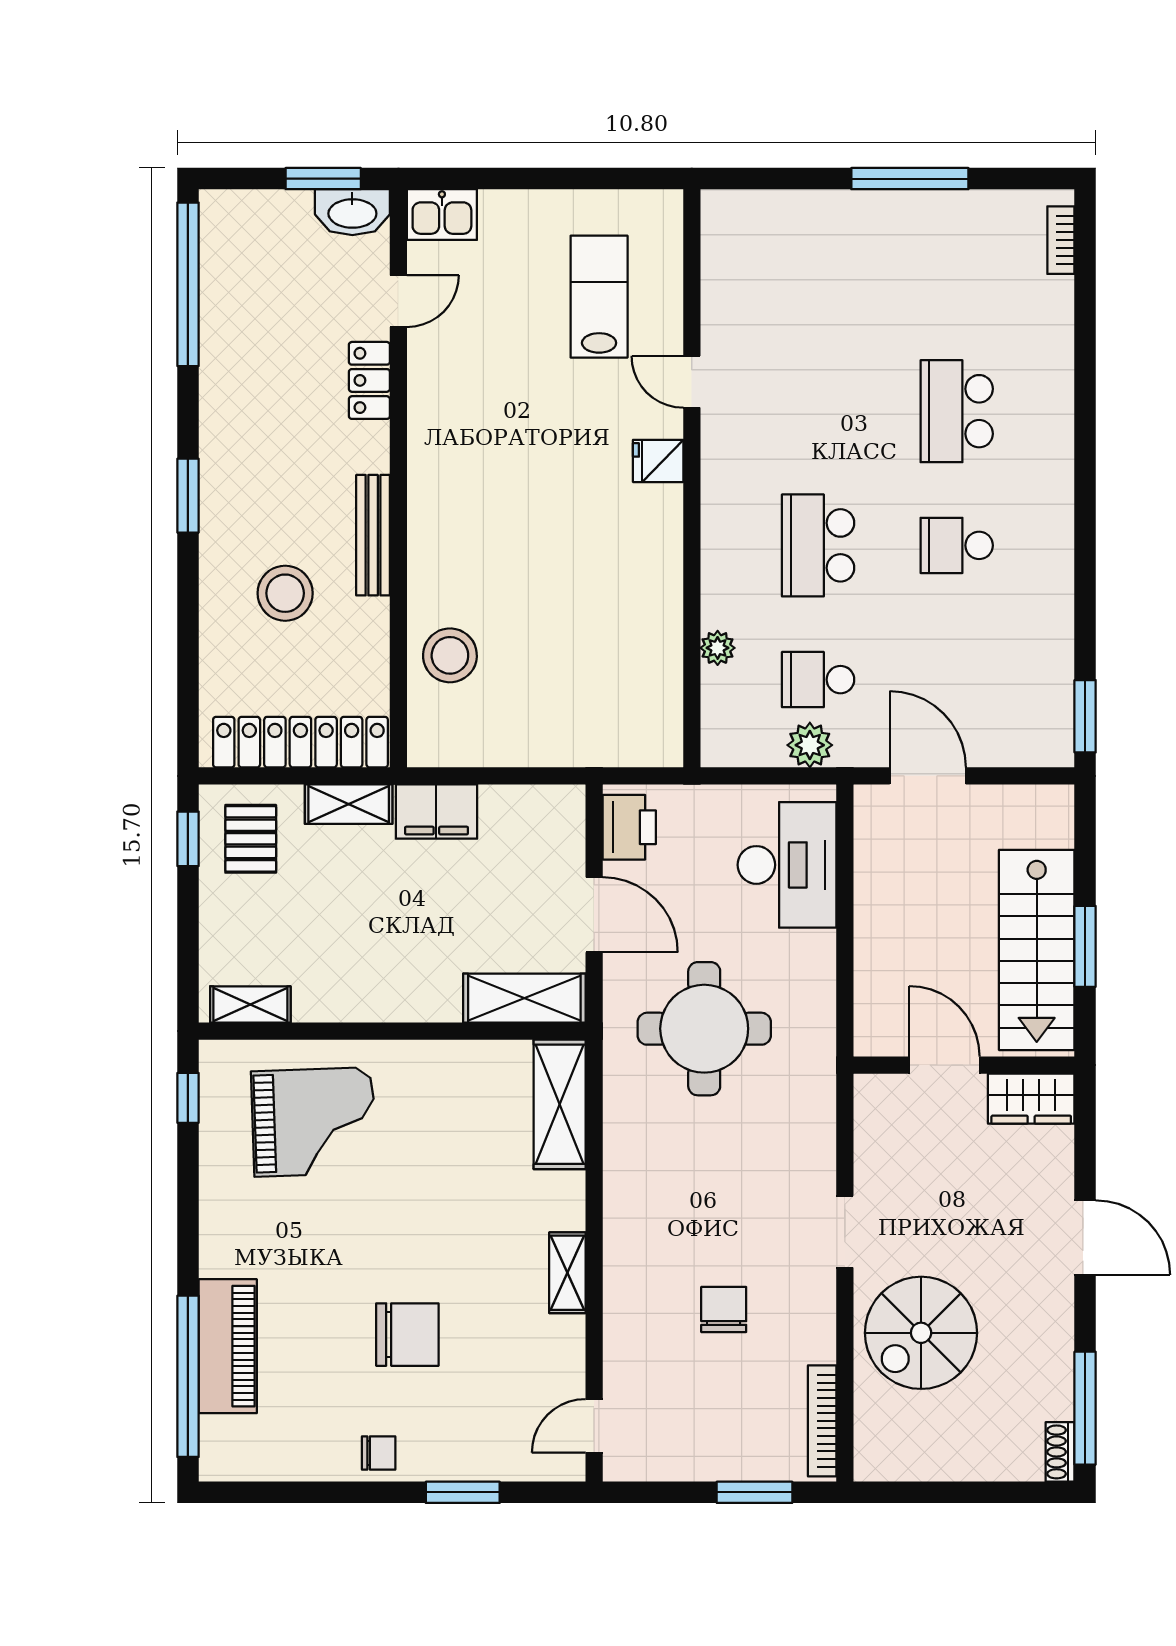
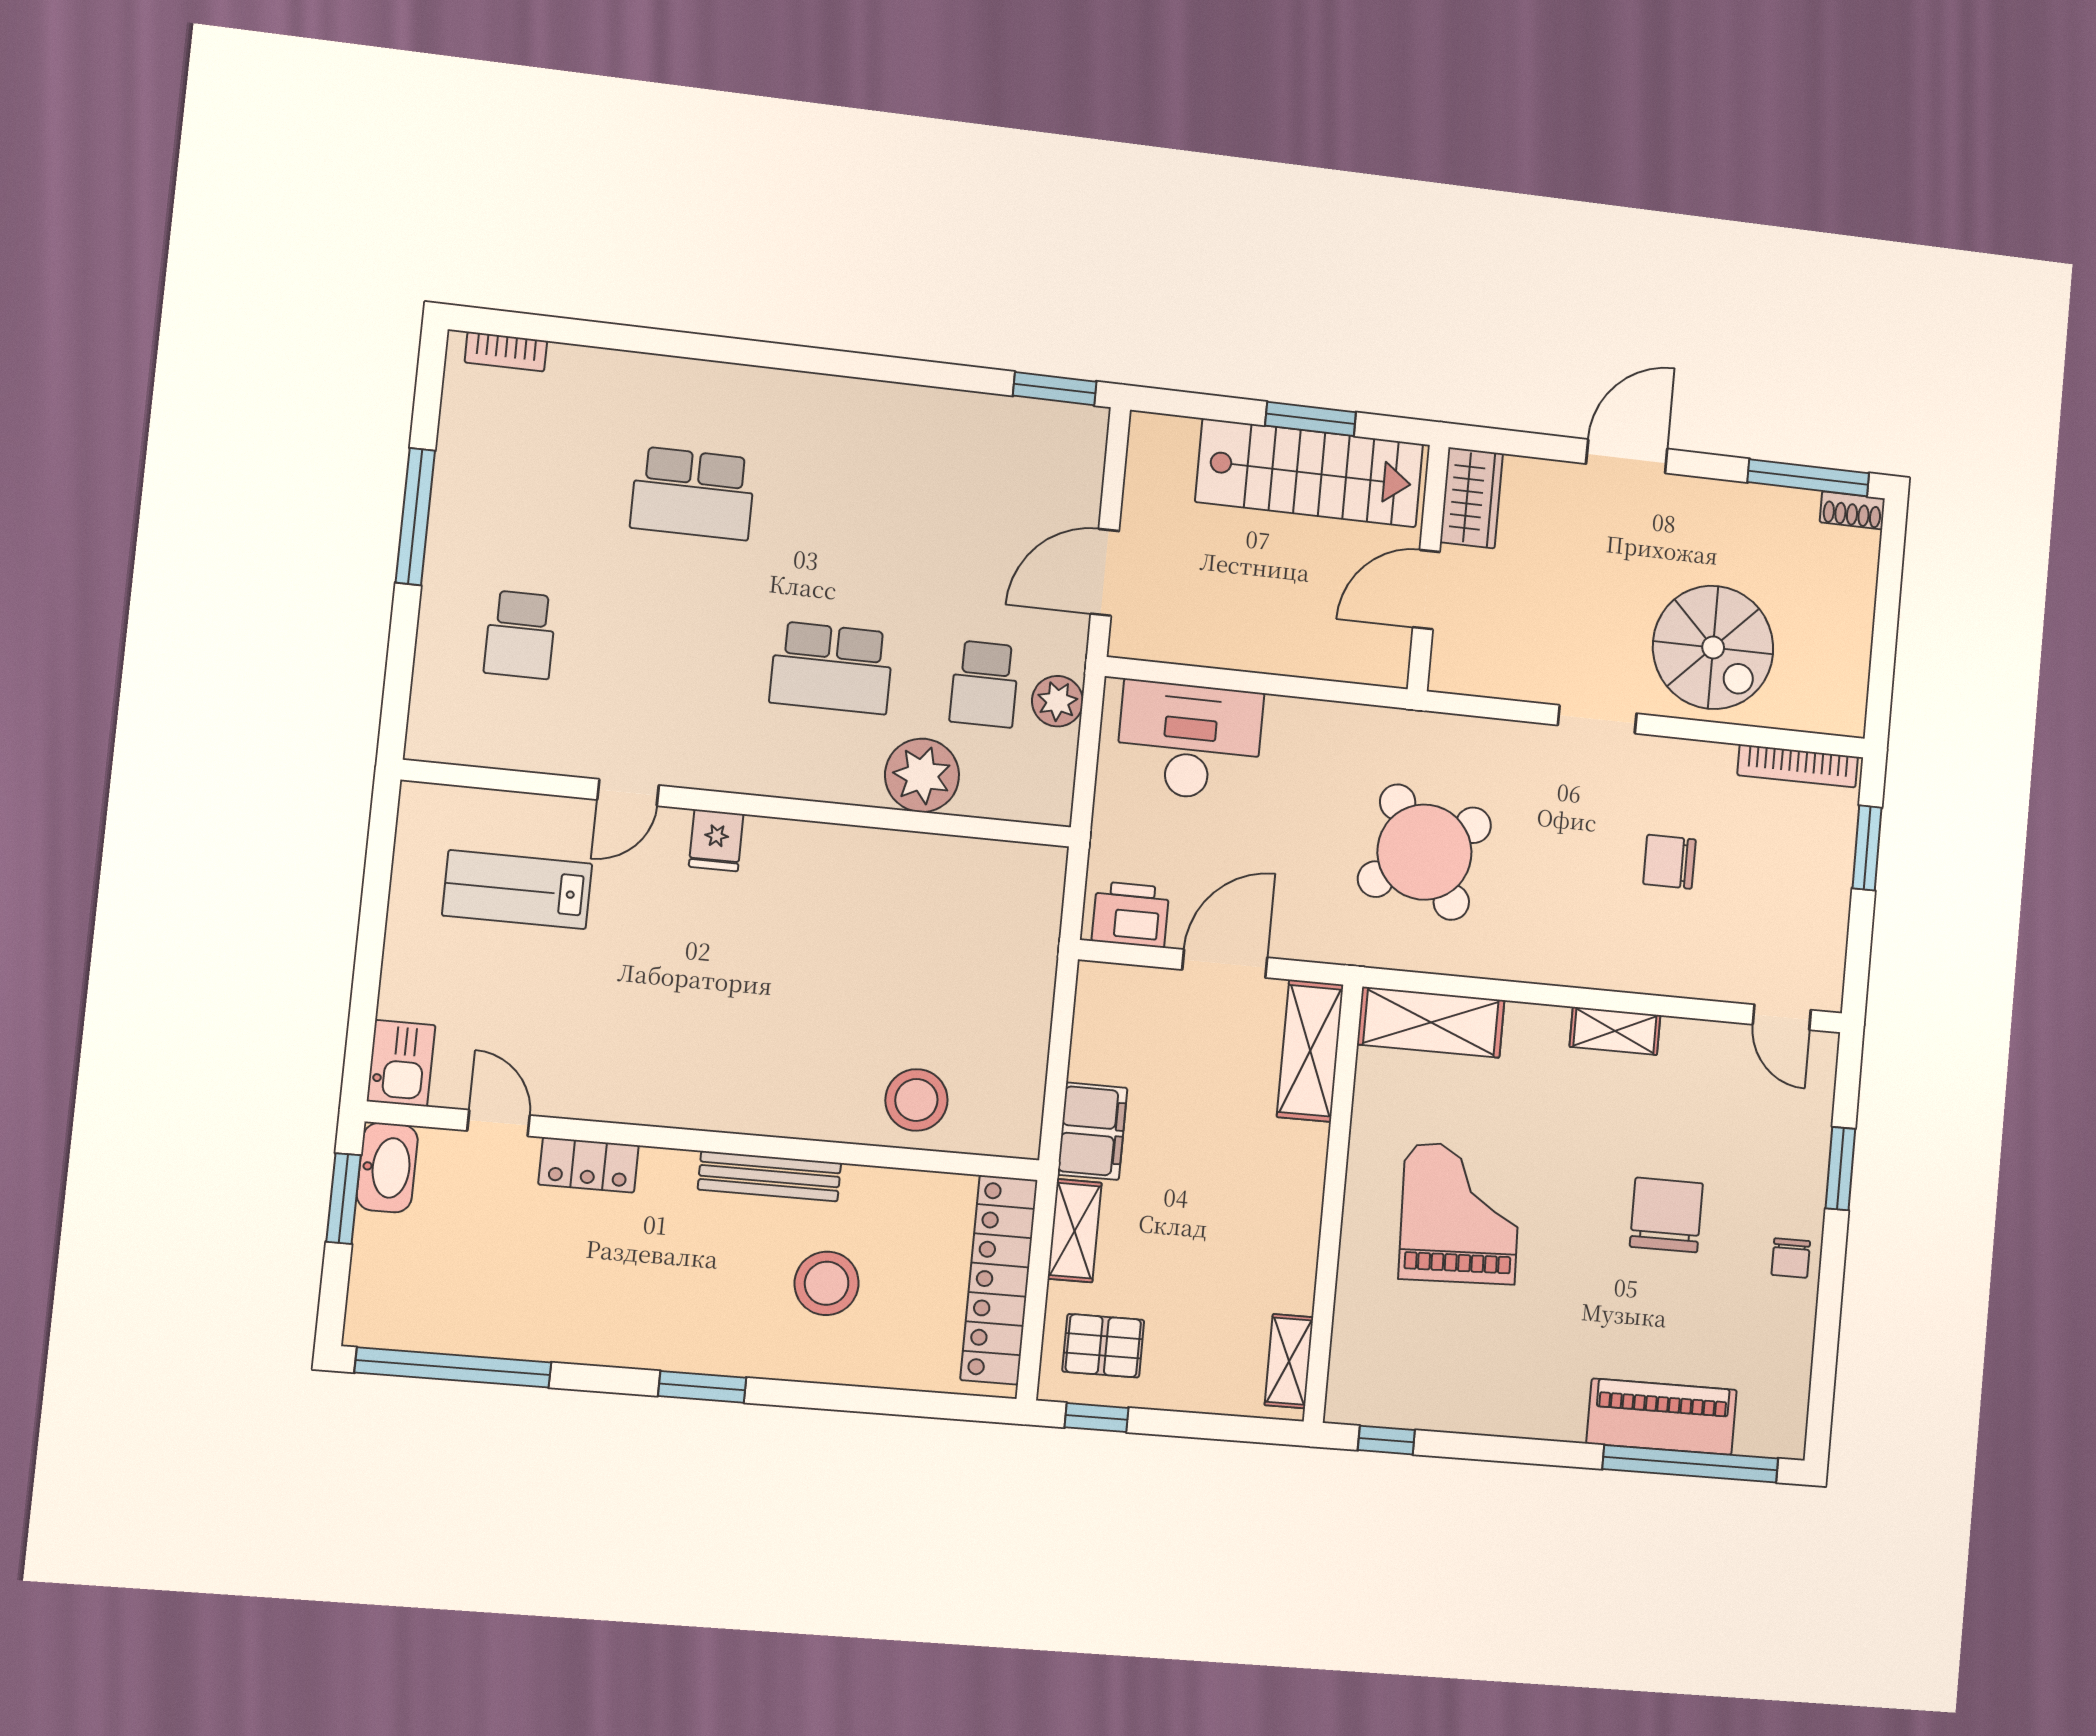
school desk: (957, 545) -> (520, 635), moved
plant: (718, 648) -> (922, 775), width x1.88, depth x1.88
round table: (704, 1029) -> (1424, 852), moved, turned -34
grand piano: (314, 1122) -> (1460, 1213), moved
chair: (379, 1453) -> (1791, 1258), turned 180

